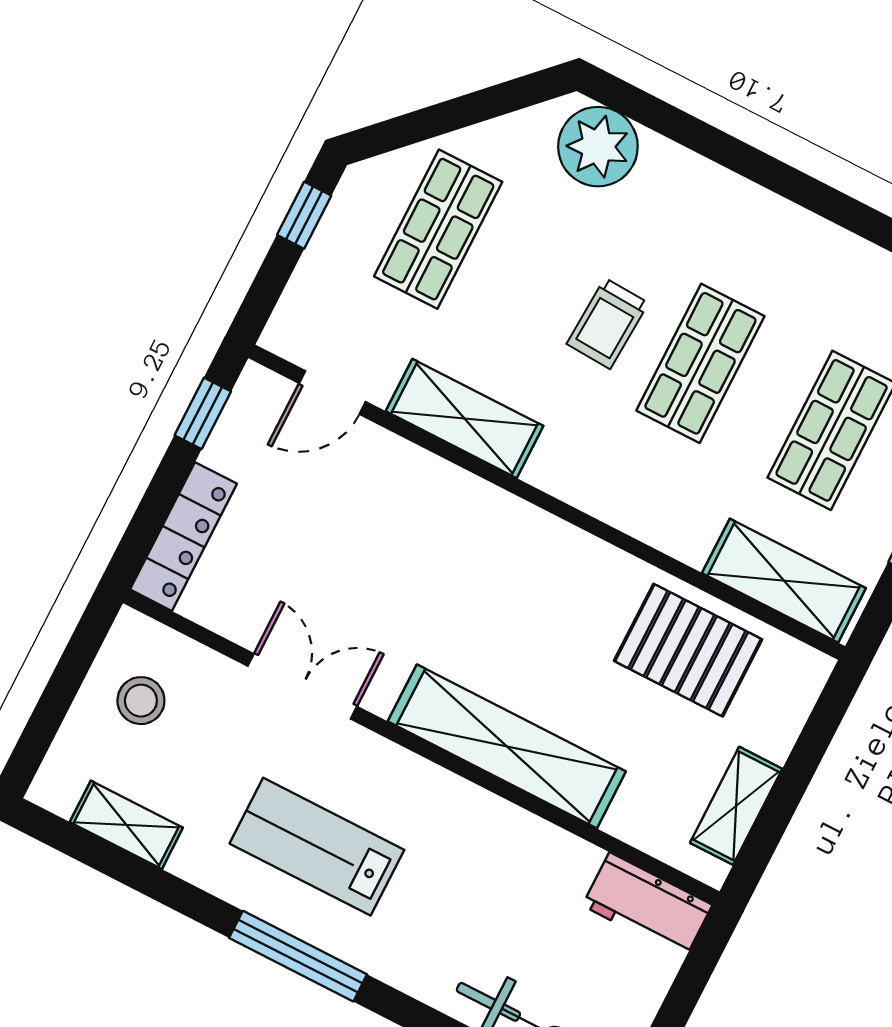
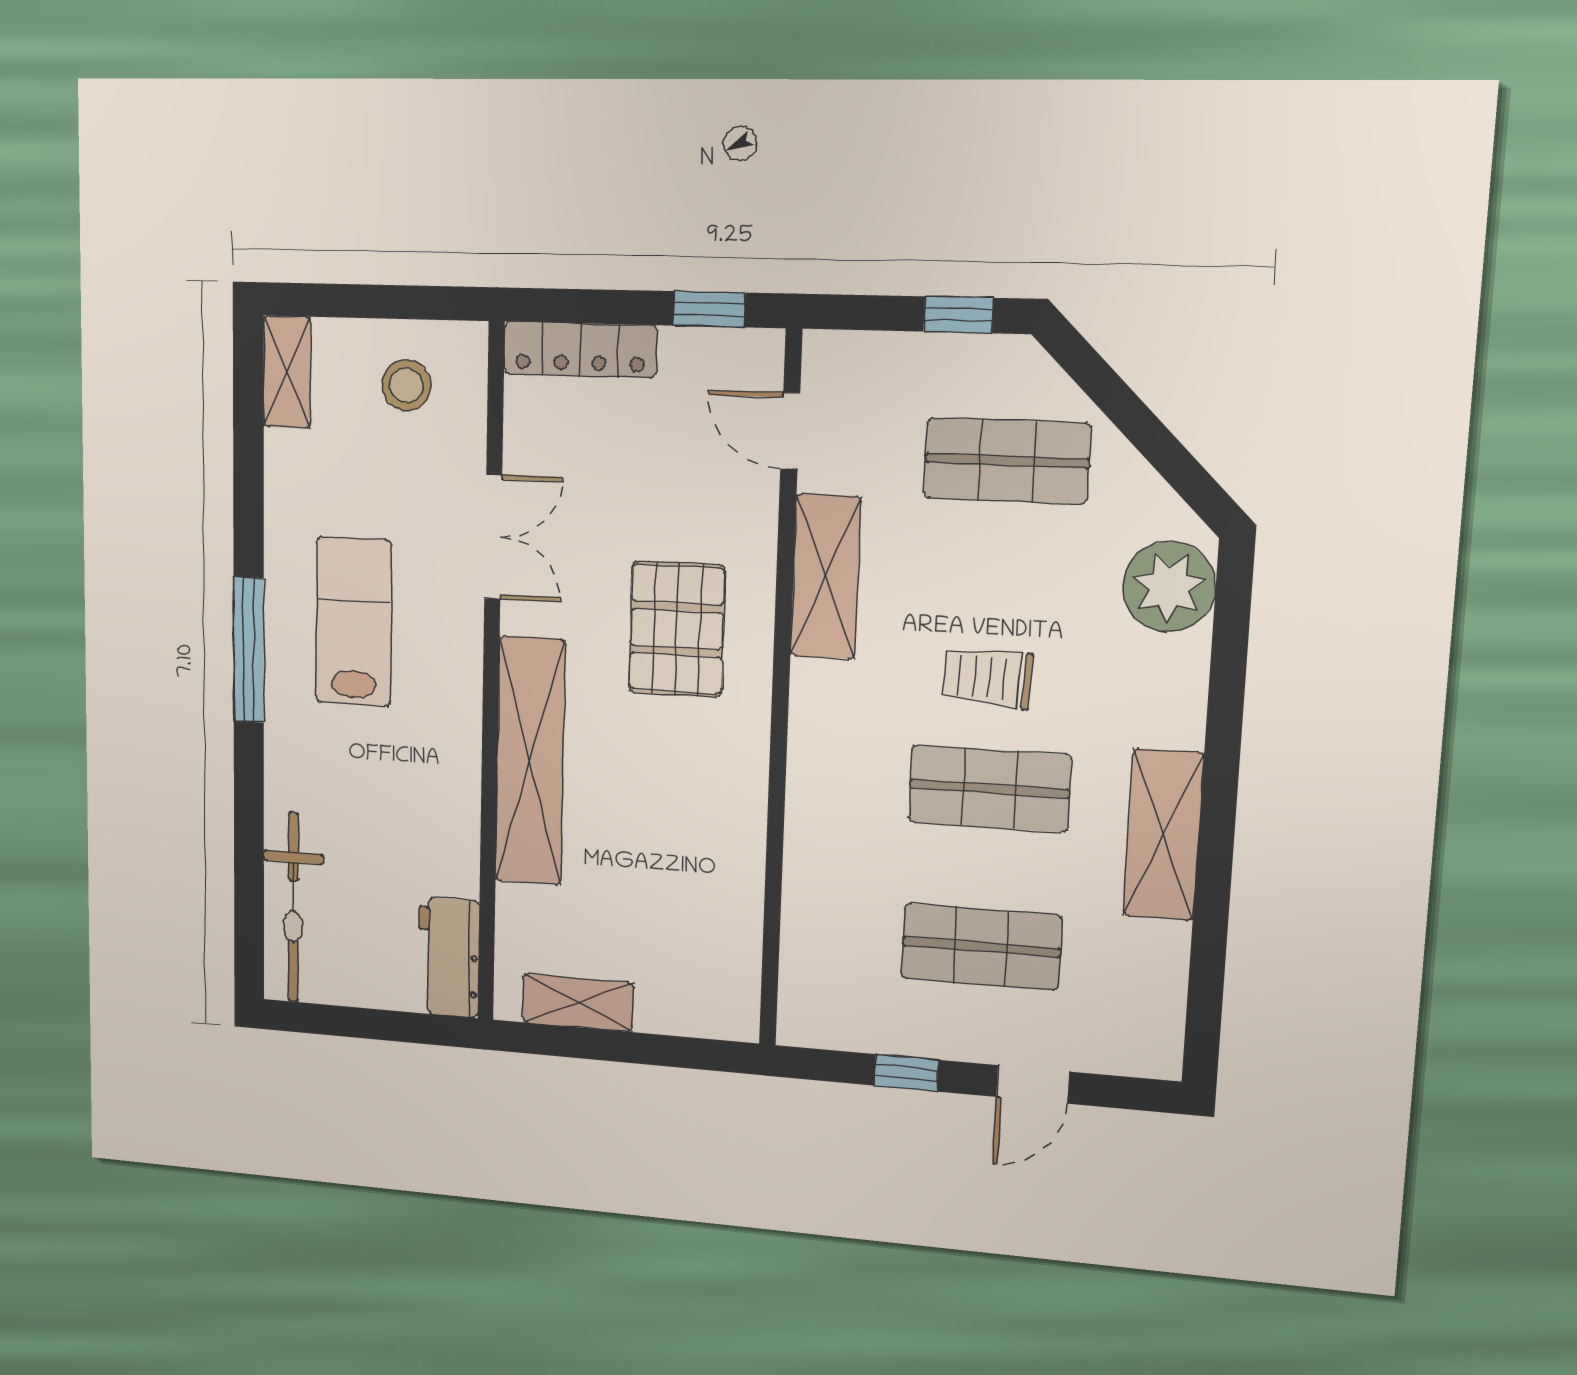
shelving: (784, 581) -> (1163, 835), moved
pallet: (688, 650) -> (677, 629), moved
shelving: (126, 825) -> (287, 372), moved

